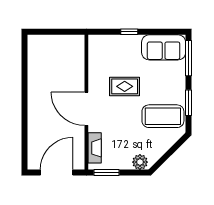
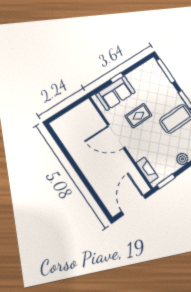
sofa: (164, 47) -> (116, 93), moved
door: (86, 109) -> (116, 136), moved

